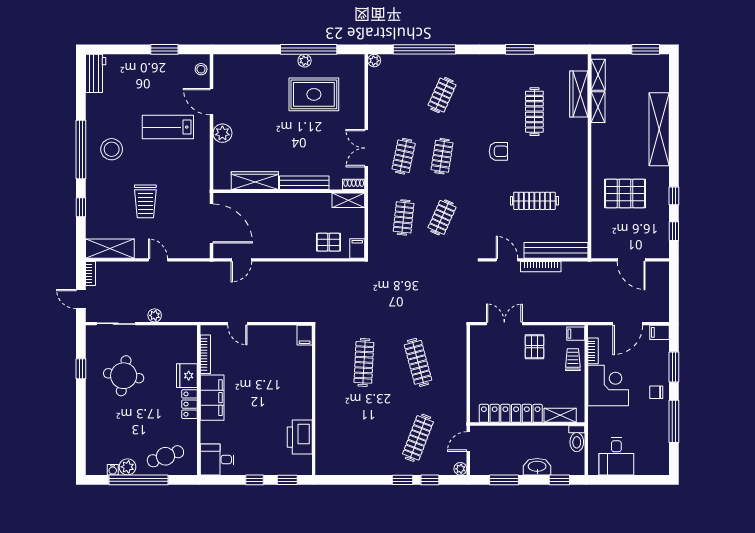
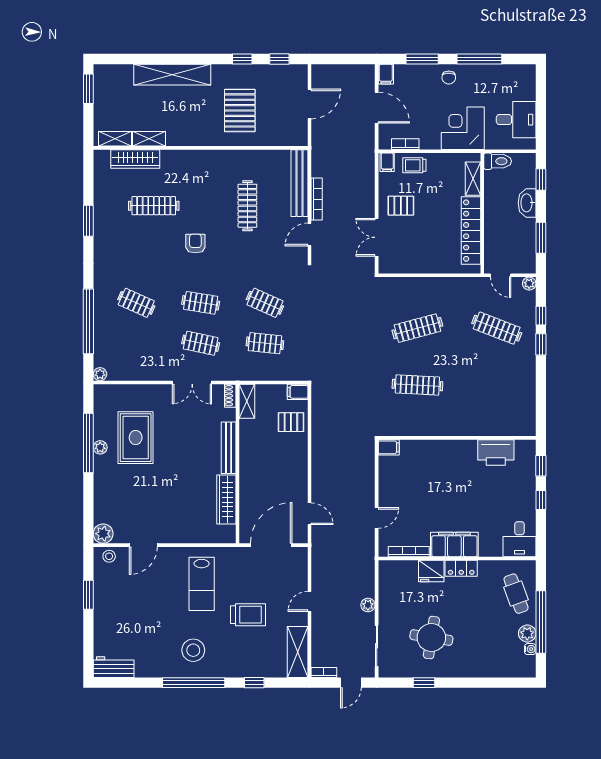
lab bench: (168, 127) -> (202, 584), moved
plant: (222, 133) -> (103, 534), moved
pallet: (329, 242) -> (291, 422), turned 90
corner desk: (608, 386) -> (463, 128), moved

